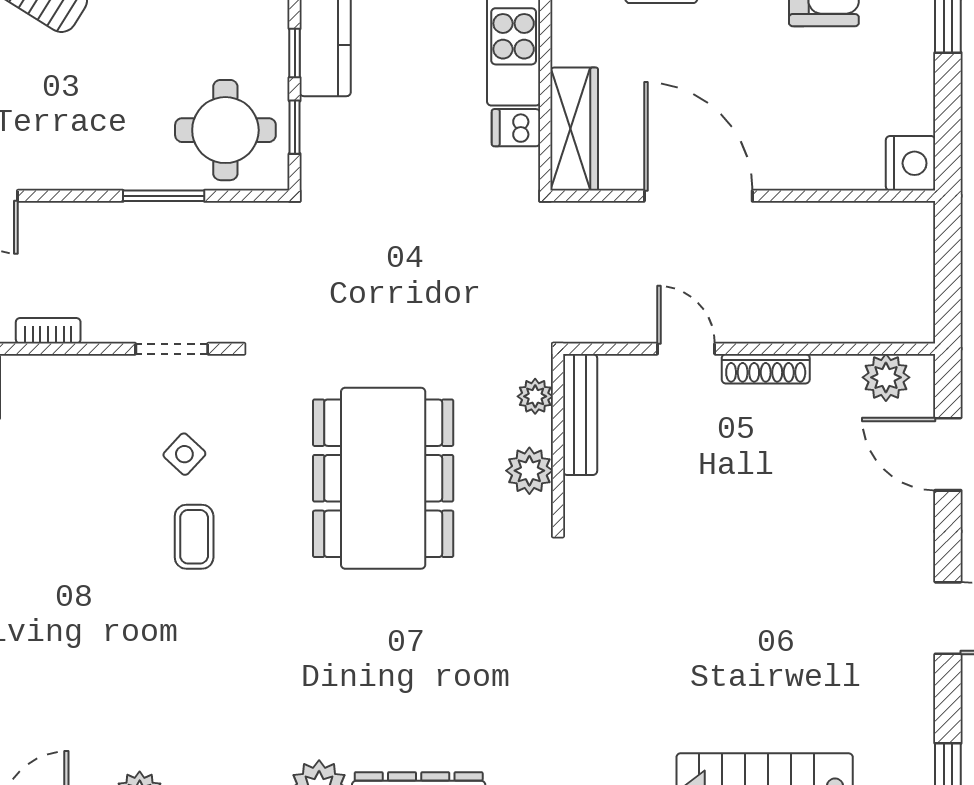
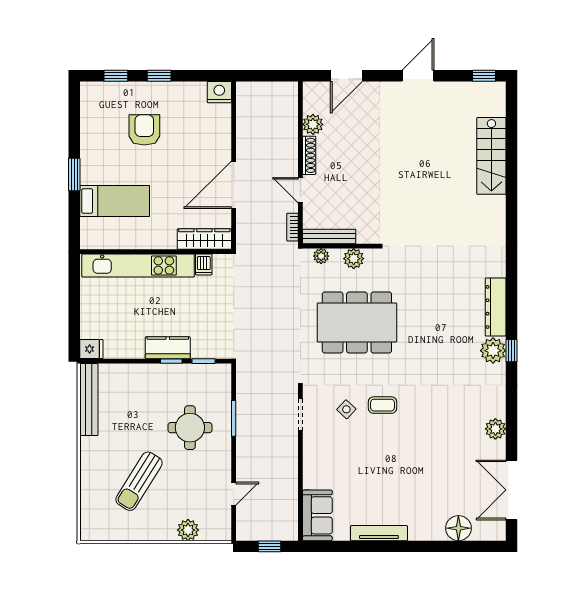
round table: (225, 130) -> (190, 428), moved
bookcase: (48, 331) -> (292, 227), moved
door: (686, 349) -> (300, 190), hinge flipped
plant: (886, 377) -> (313, 124), moved

